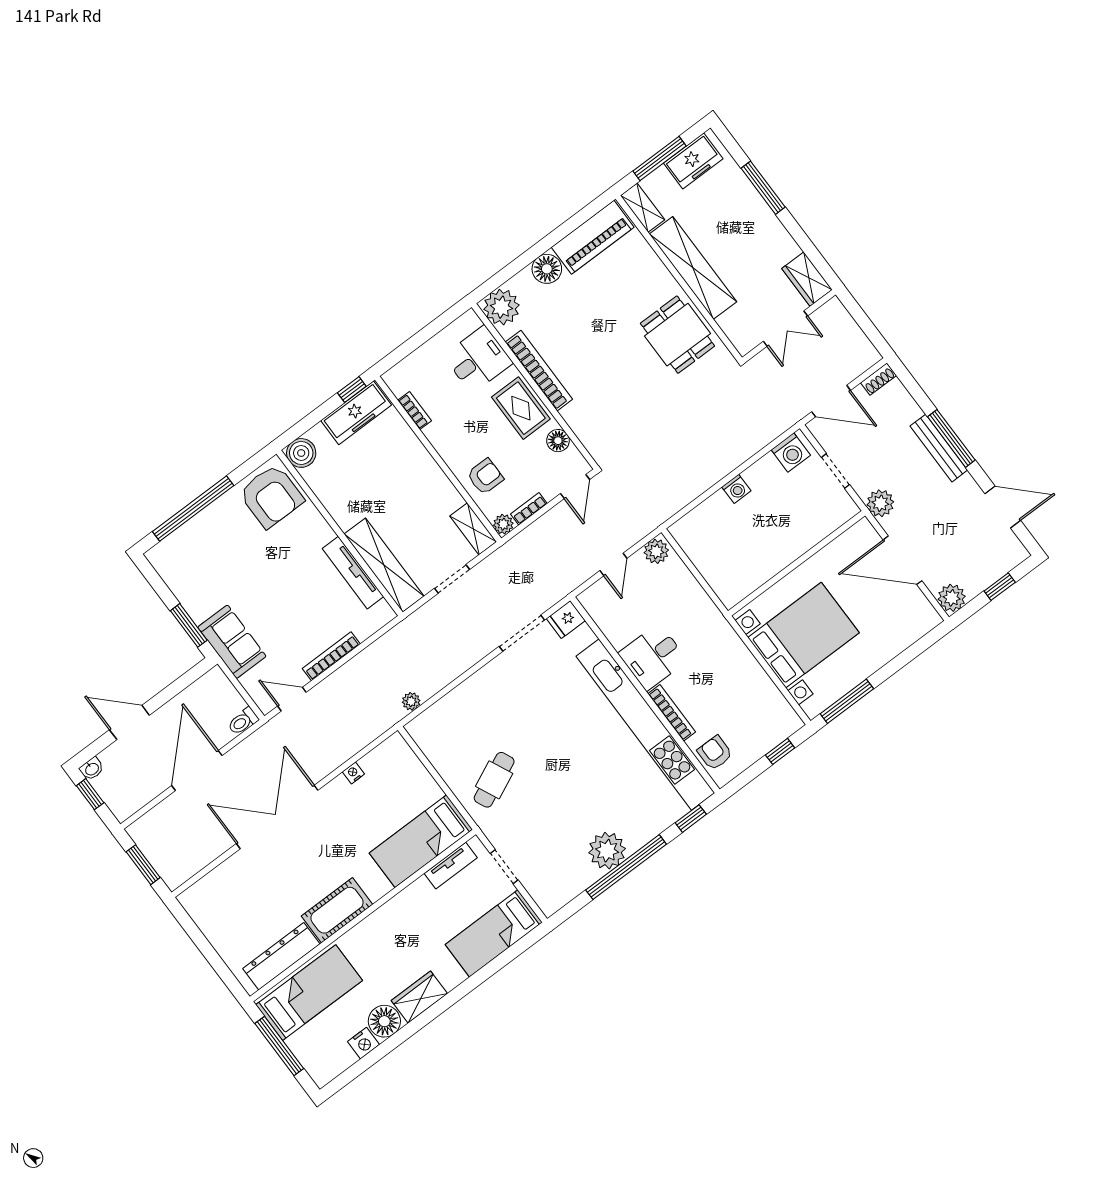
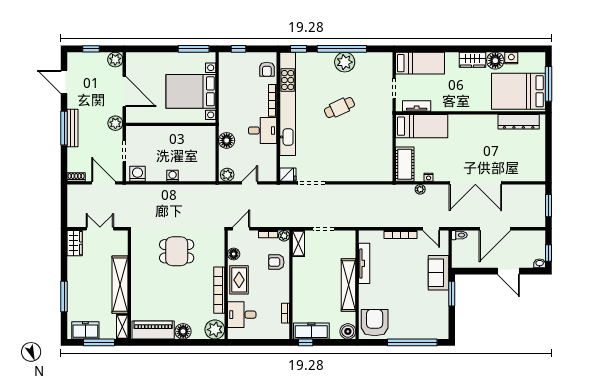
dining table: (677, 335) -> (177, 251), moved, turned 90
shelving: (384, 565) -> (348, 285), moved
floor lamp: (695, 602) -> (227, 140), added
plant: (411, 701) -> (420, 189), moved
cafe table: (494, 780) -> (339, 108), moved
cot: (337, 910) -> (405, 164), moved, turned 90
bed: (309, 993) -> (518, 91), width x1.50

